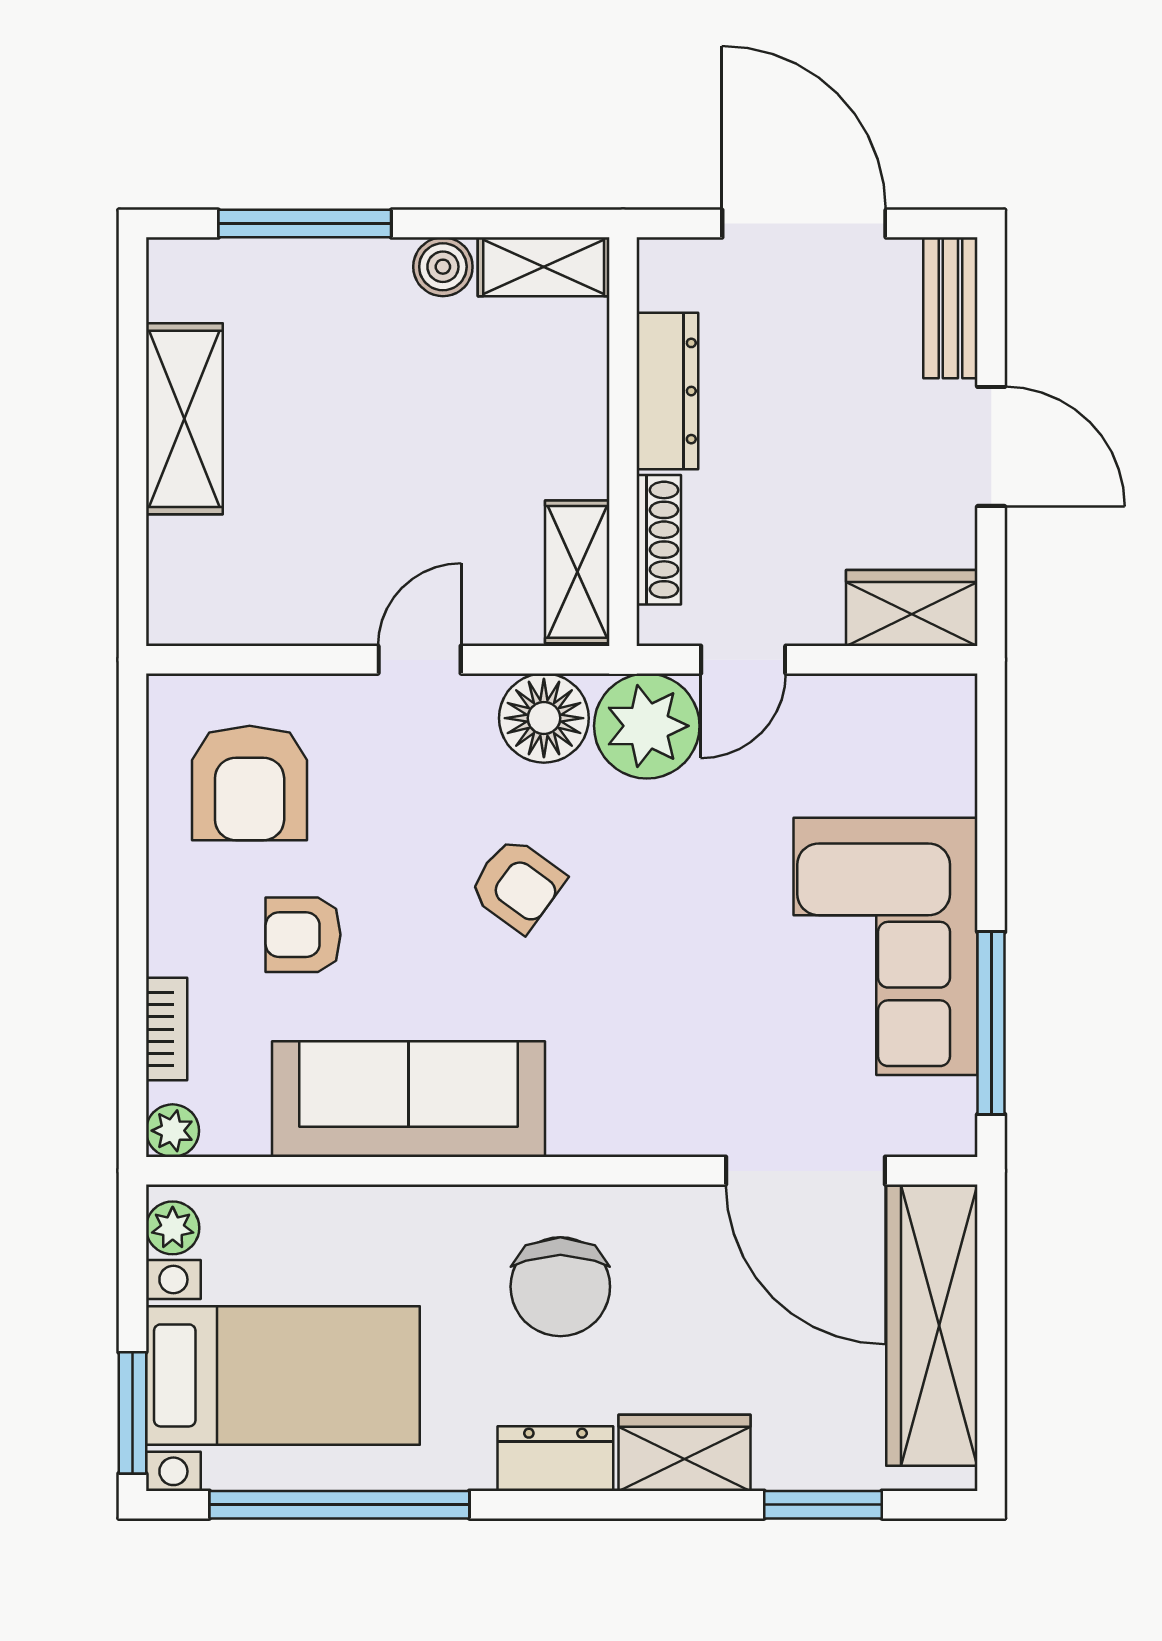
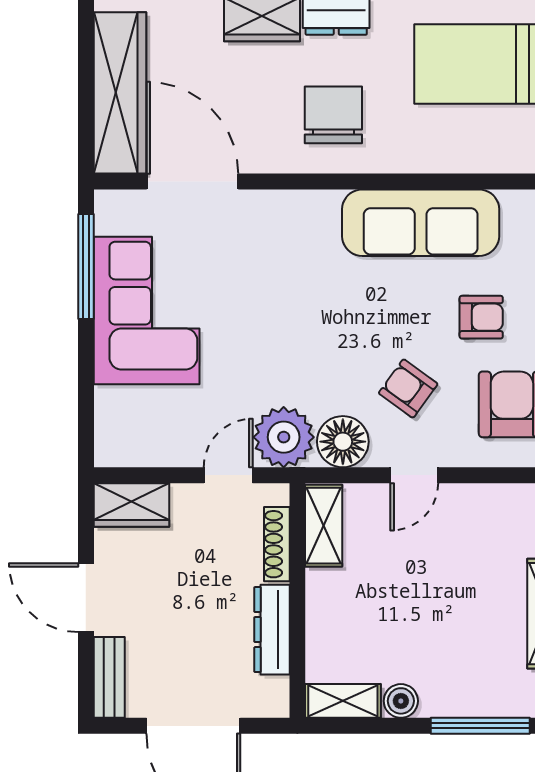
armchair: (517, 885) -> (408, 388), moved

